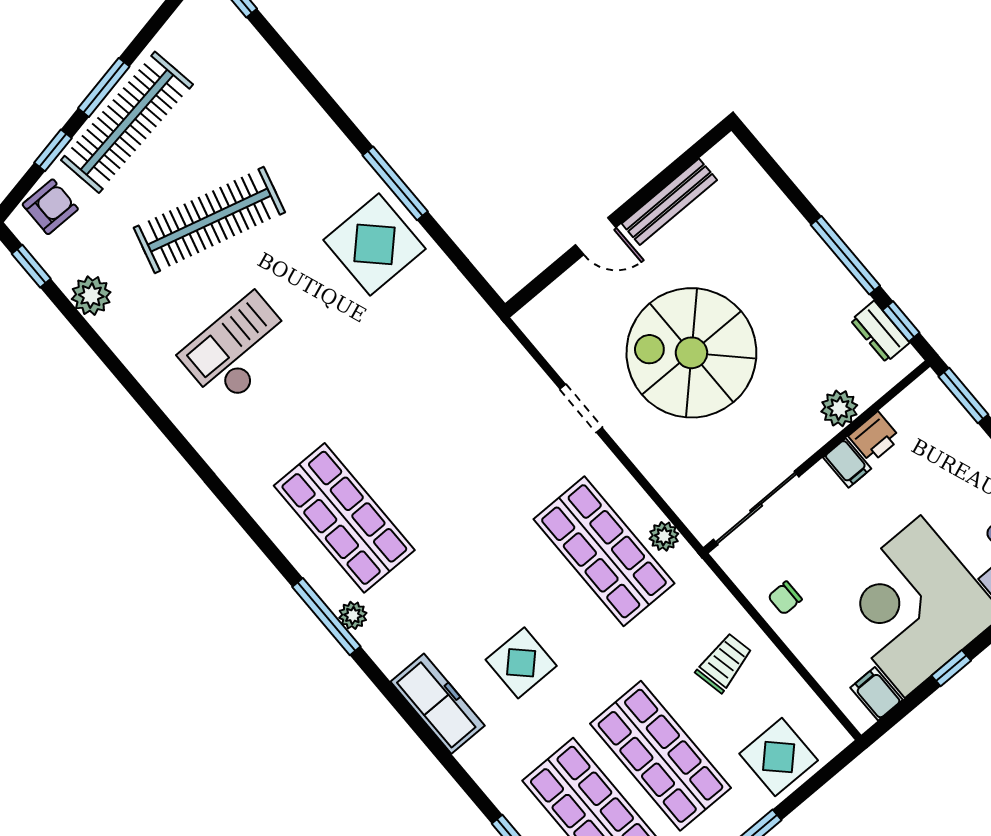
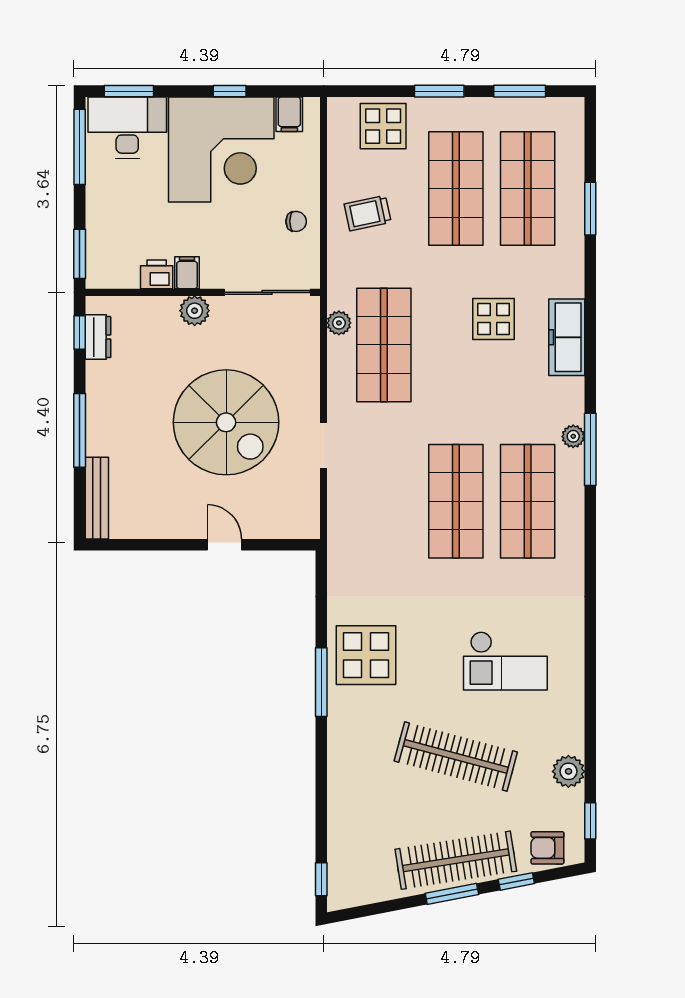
bench: (669, 202) -> (97, 498), moved, turned 90
window: (845, 255) -> (80, 430), moved
plant: (839, 408) -> (195, 311), moved
shop shelf: (412, 461) -> (456, 501), added

